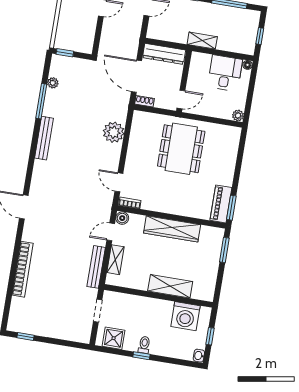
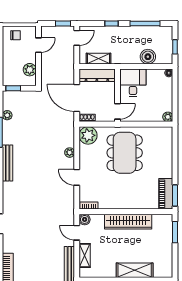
plant: (87, 35) -> (30, 70), added
shelving: (202, 41) -> (98, 59), moved
boiler: (226, 42) -> (148, 57), added
desk: (225, 73) -> (133, 83), moved
plant: (142, 122) -> (88, 135), added
plant: (114, 132) -> (70, 153), width x0.53, depth x0.53
door: (119, 182) -> (77, 177), moved
door: (111, 232) -> (77, 233), hinge flipped

